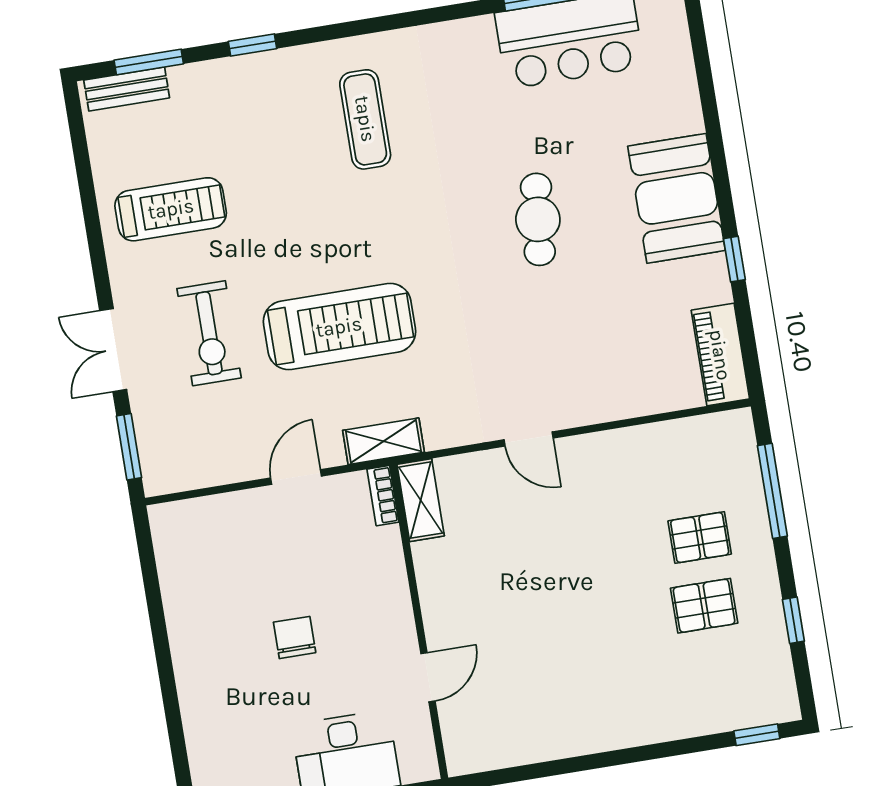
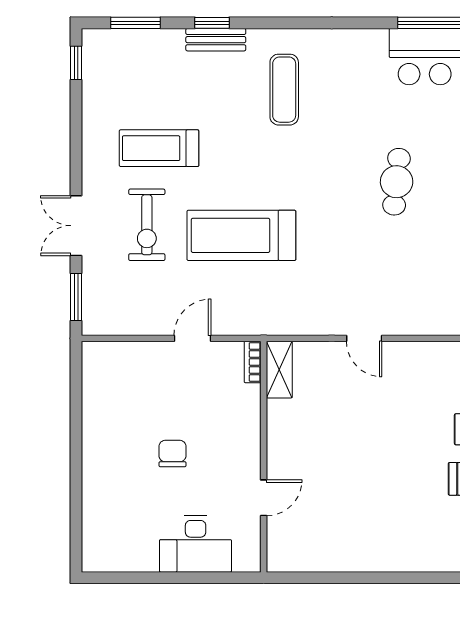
bench: (127, 89) -> (216, 40), moved
window: (77, 130) -> (76, 63), added
treadmill: (171, 209) -> (159, 148), moved, turned 180
treadmill: (339, 327) -> (241, 235), turned 180
shelving: (383, 441) -> (259, 323), removed

